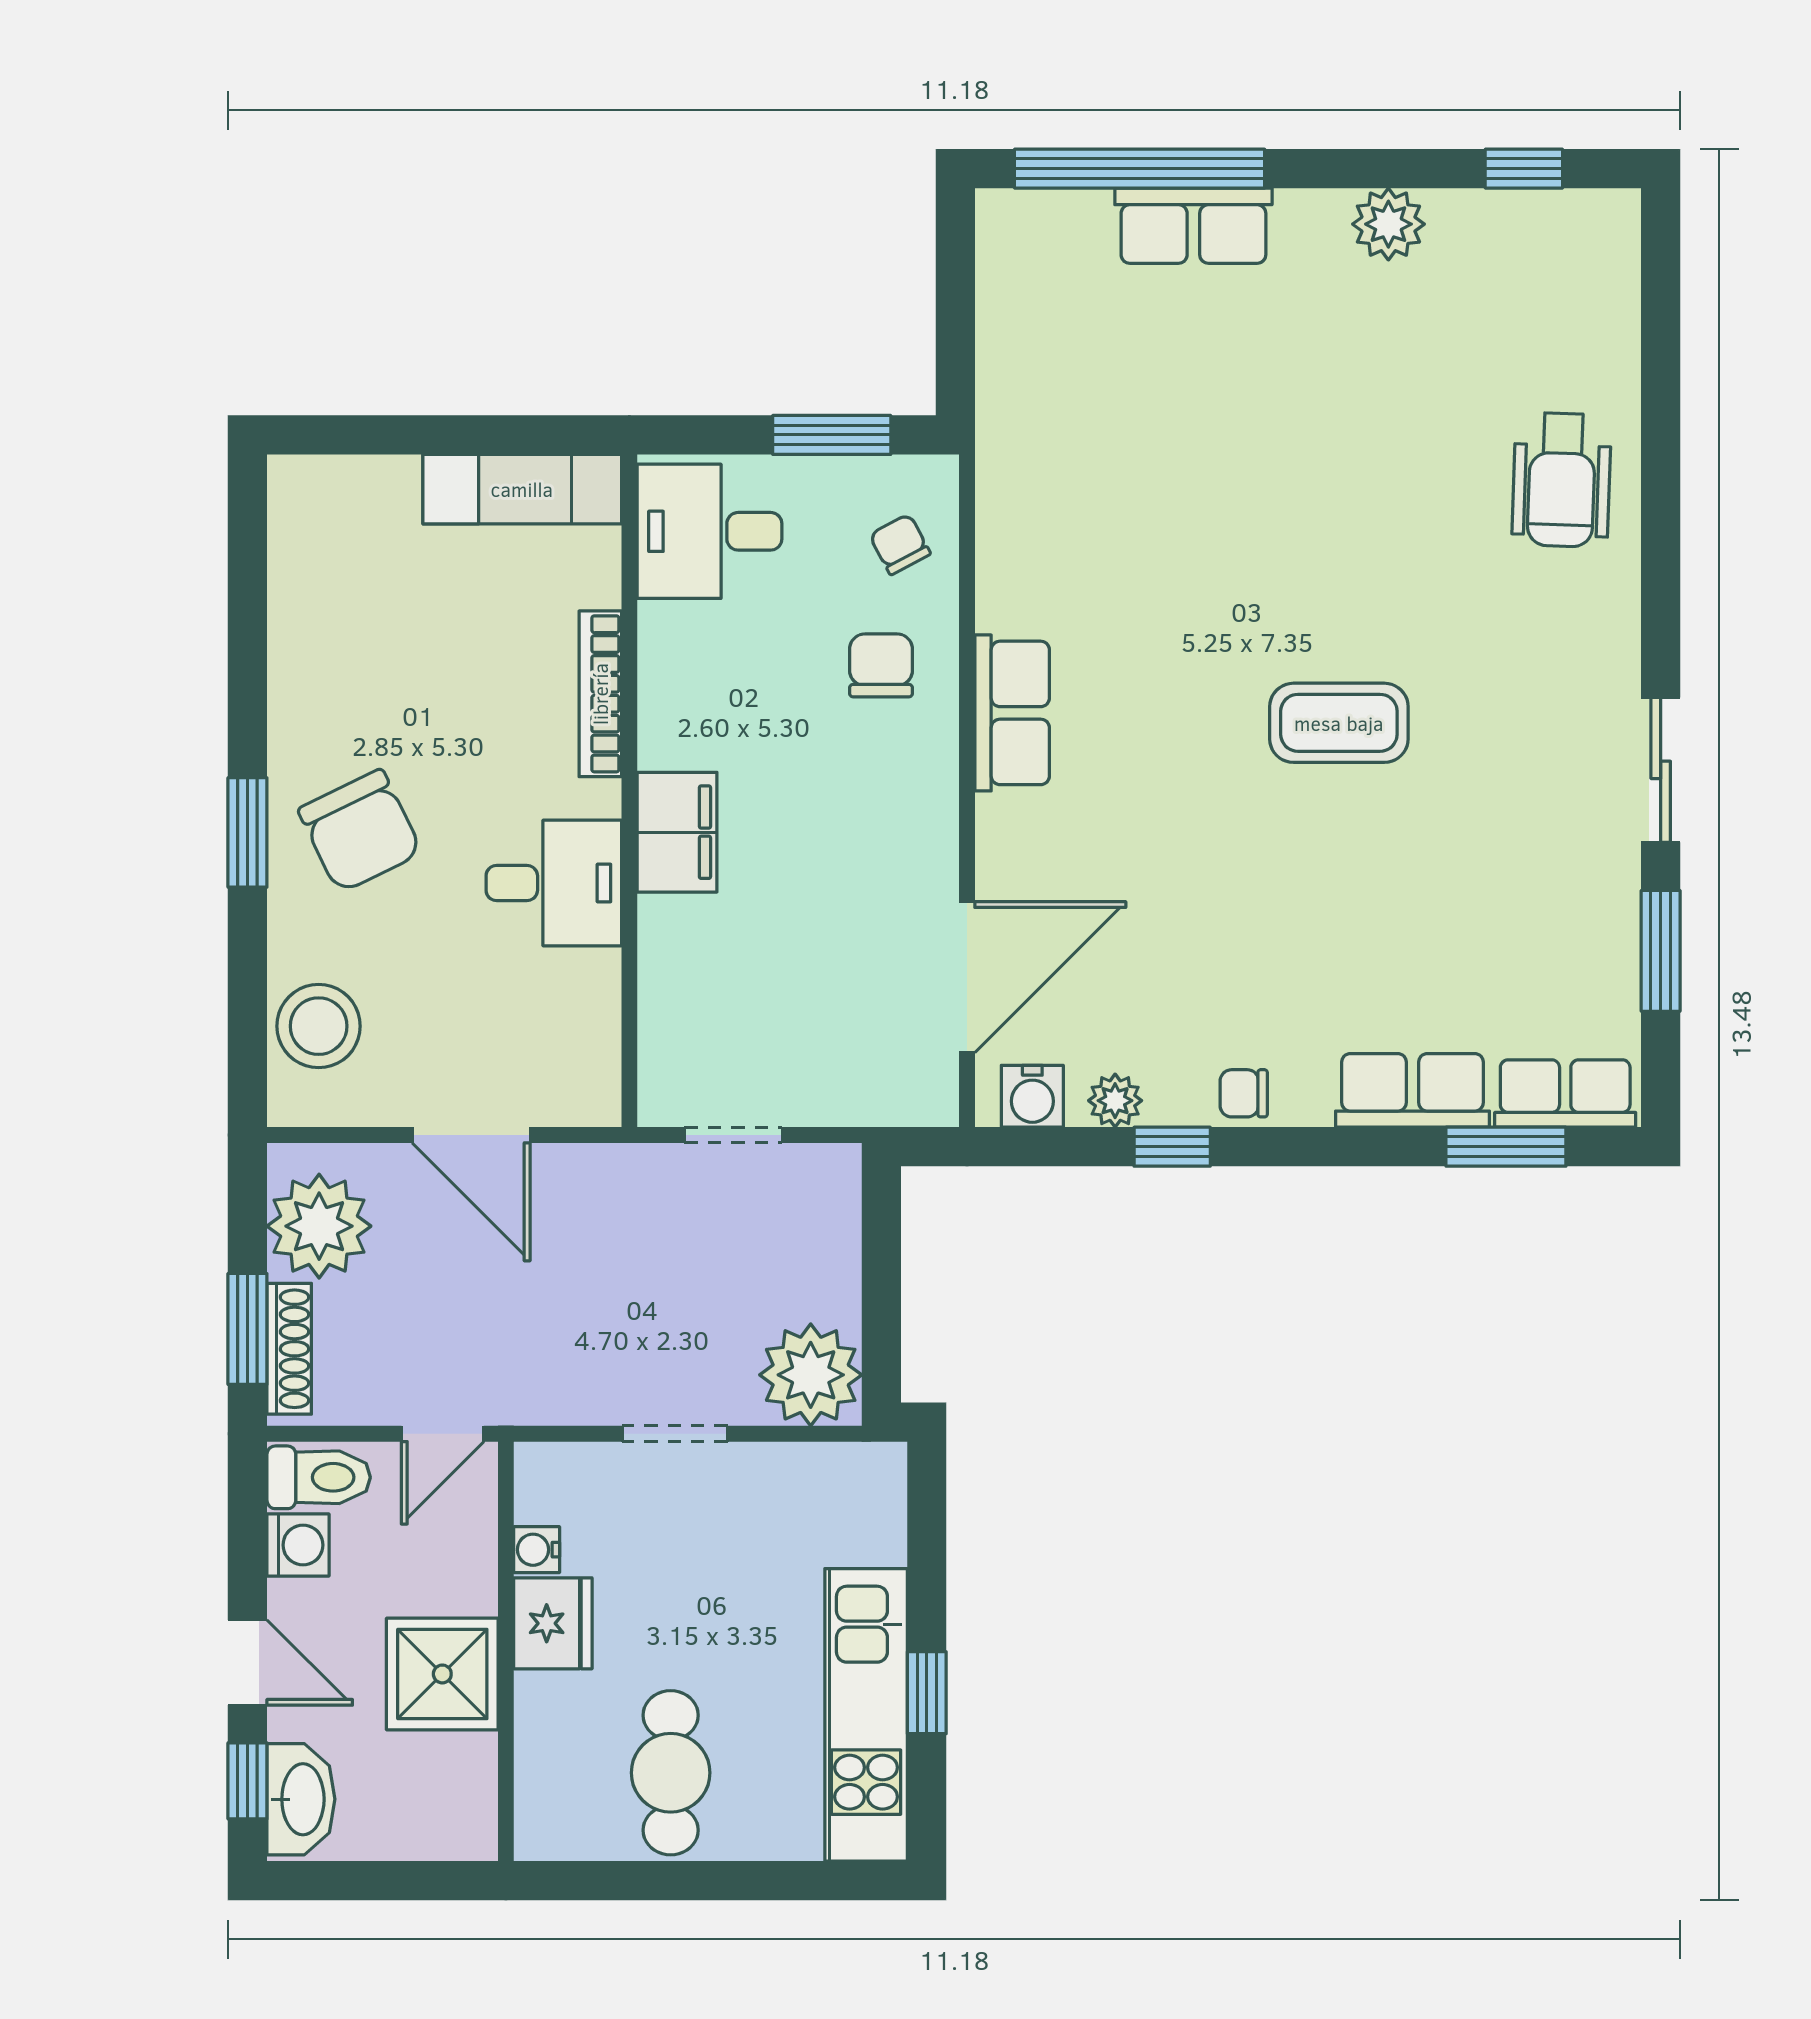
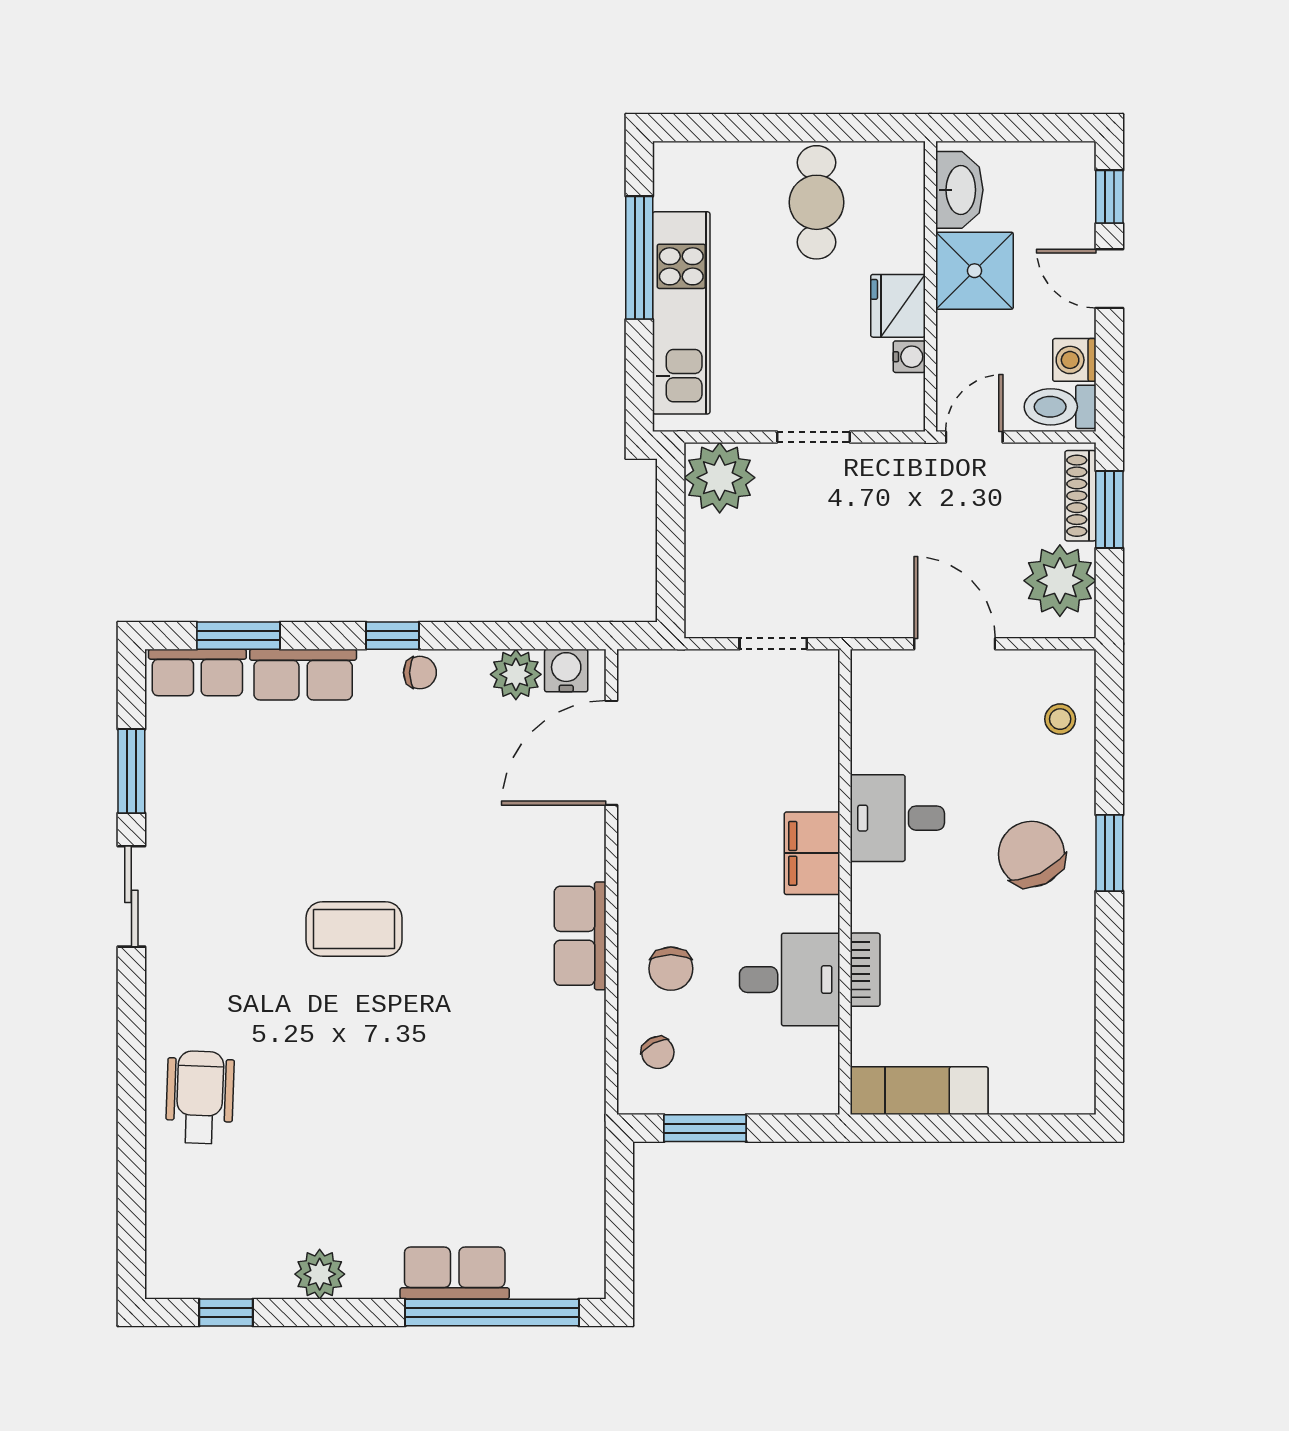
desk: (709, 531) -> (790, 980), moved
bookcase: (600, 694) -> (865, 970), width x0.64
stool: (319, 1026) -> (1060, 719), width x0.53, depth x0.53
plant: (1115, 1101) -> (516, 674), width x1.38, depth x1.38
window: (1172, 1147) -> (393, 636), moved
window: (927, 1693) -> (639, 258), width x2.17
kitchen unit: (866, 1715) -> (681, 313), moved
washbasin: (301, 1799) -> (959, 190), moved, turned 180

